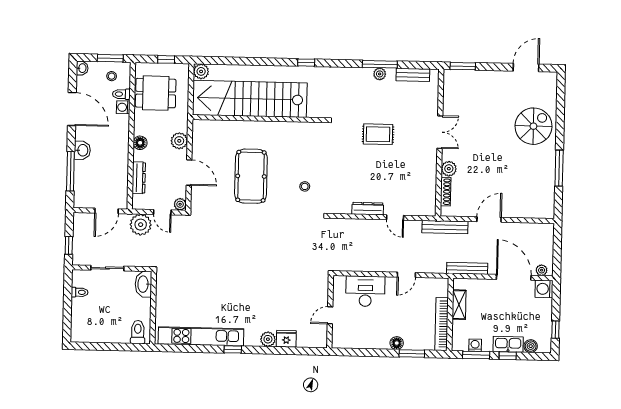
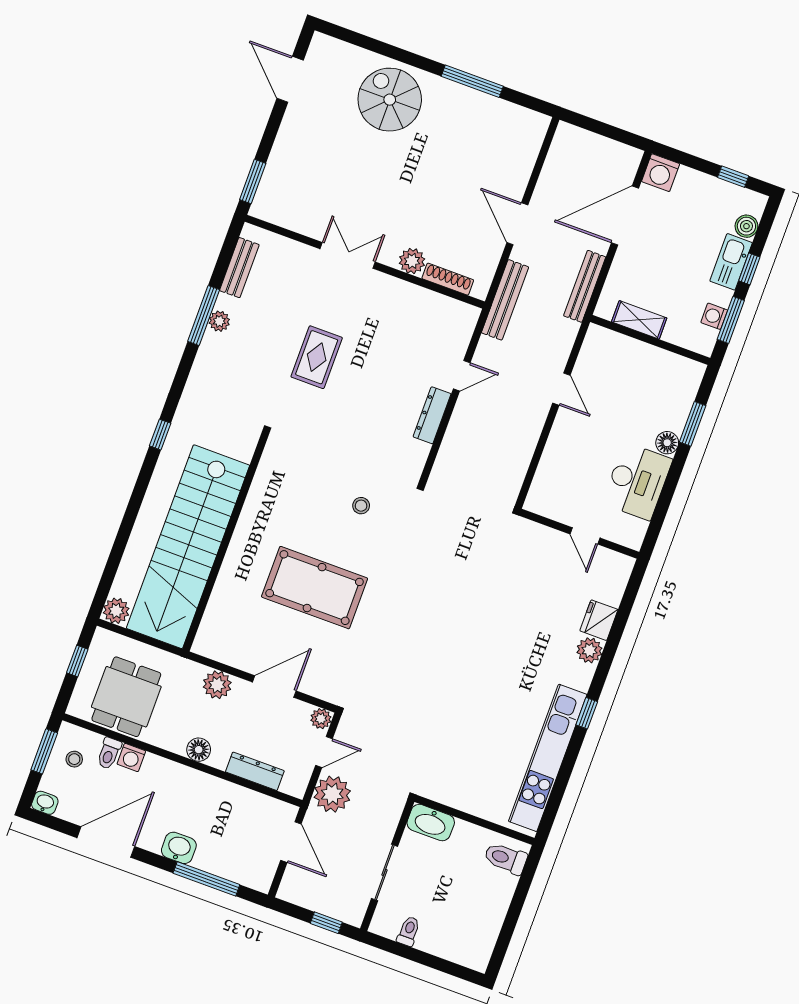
plant: (542, 270) -> (629, 166), removed
desk: (365, 291) -> (637, 481), moved, turned 180
bookcase: (442, 324) -> (661, 359), removed

